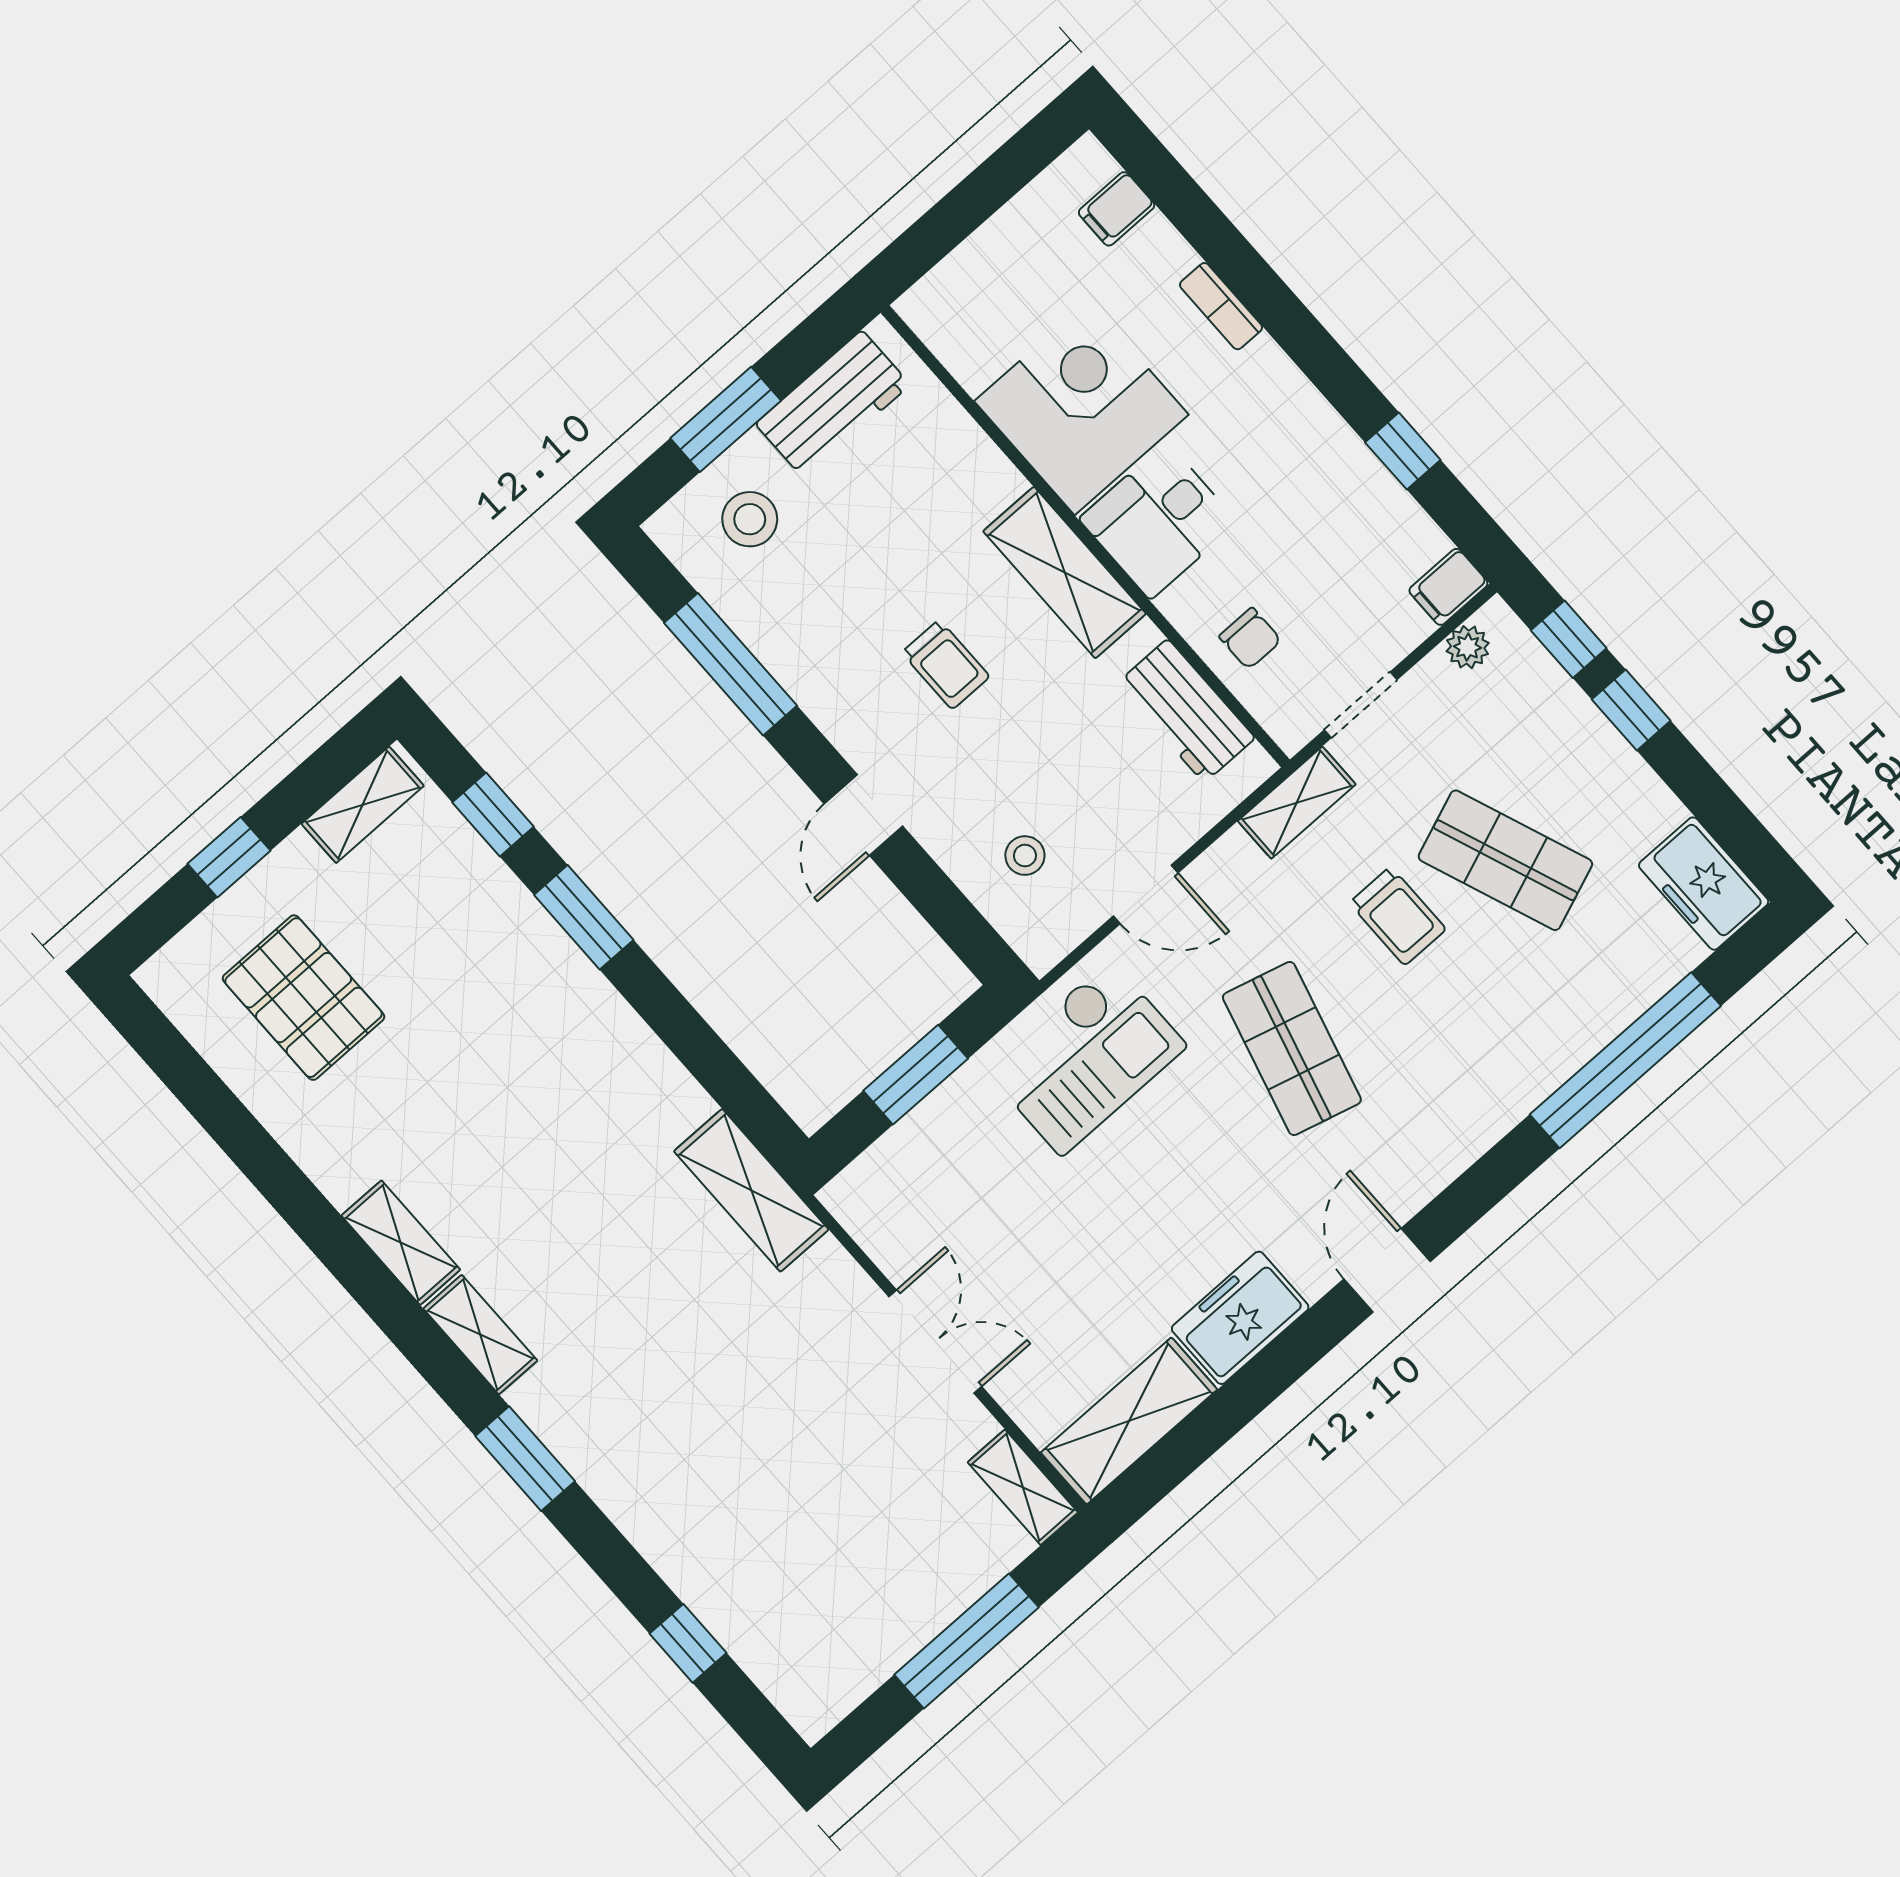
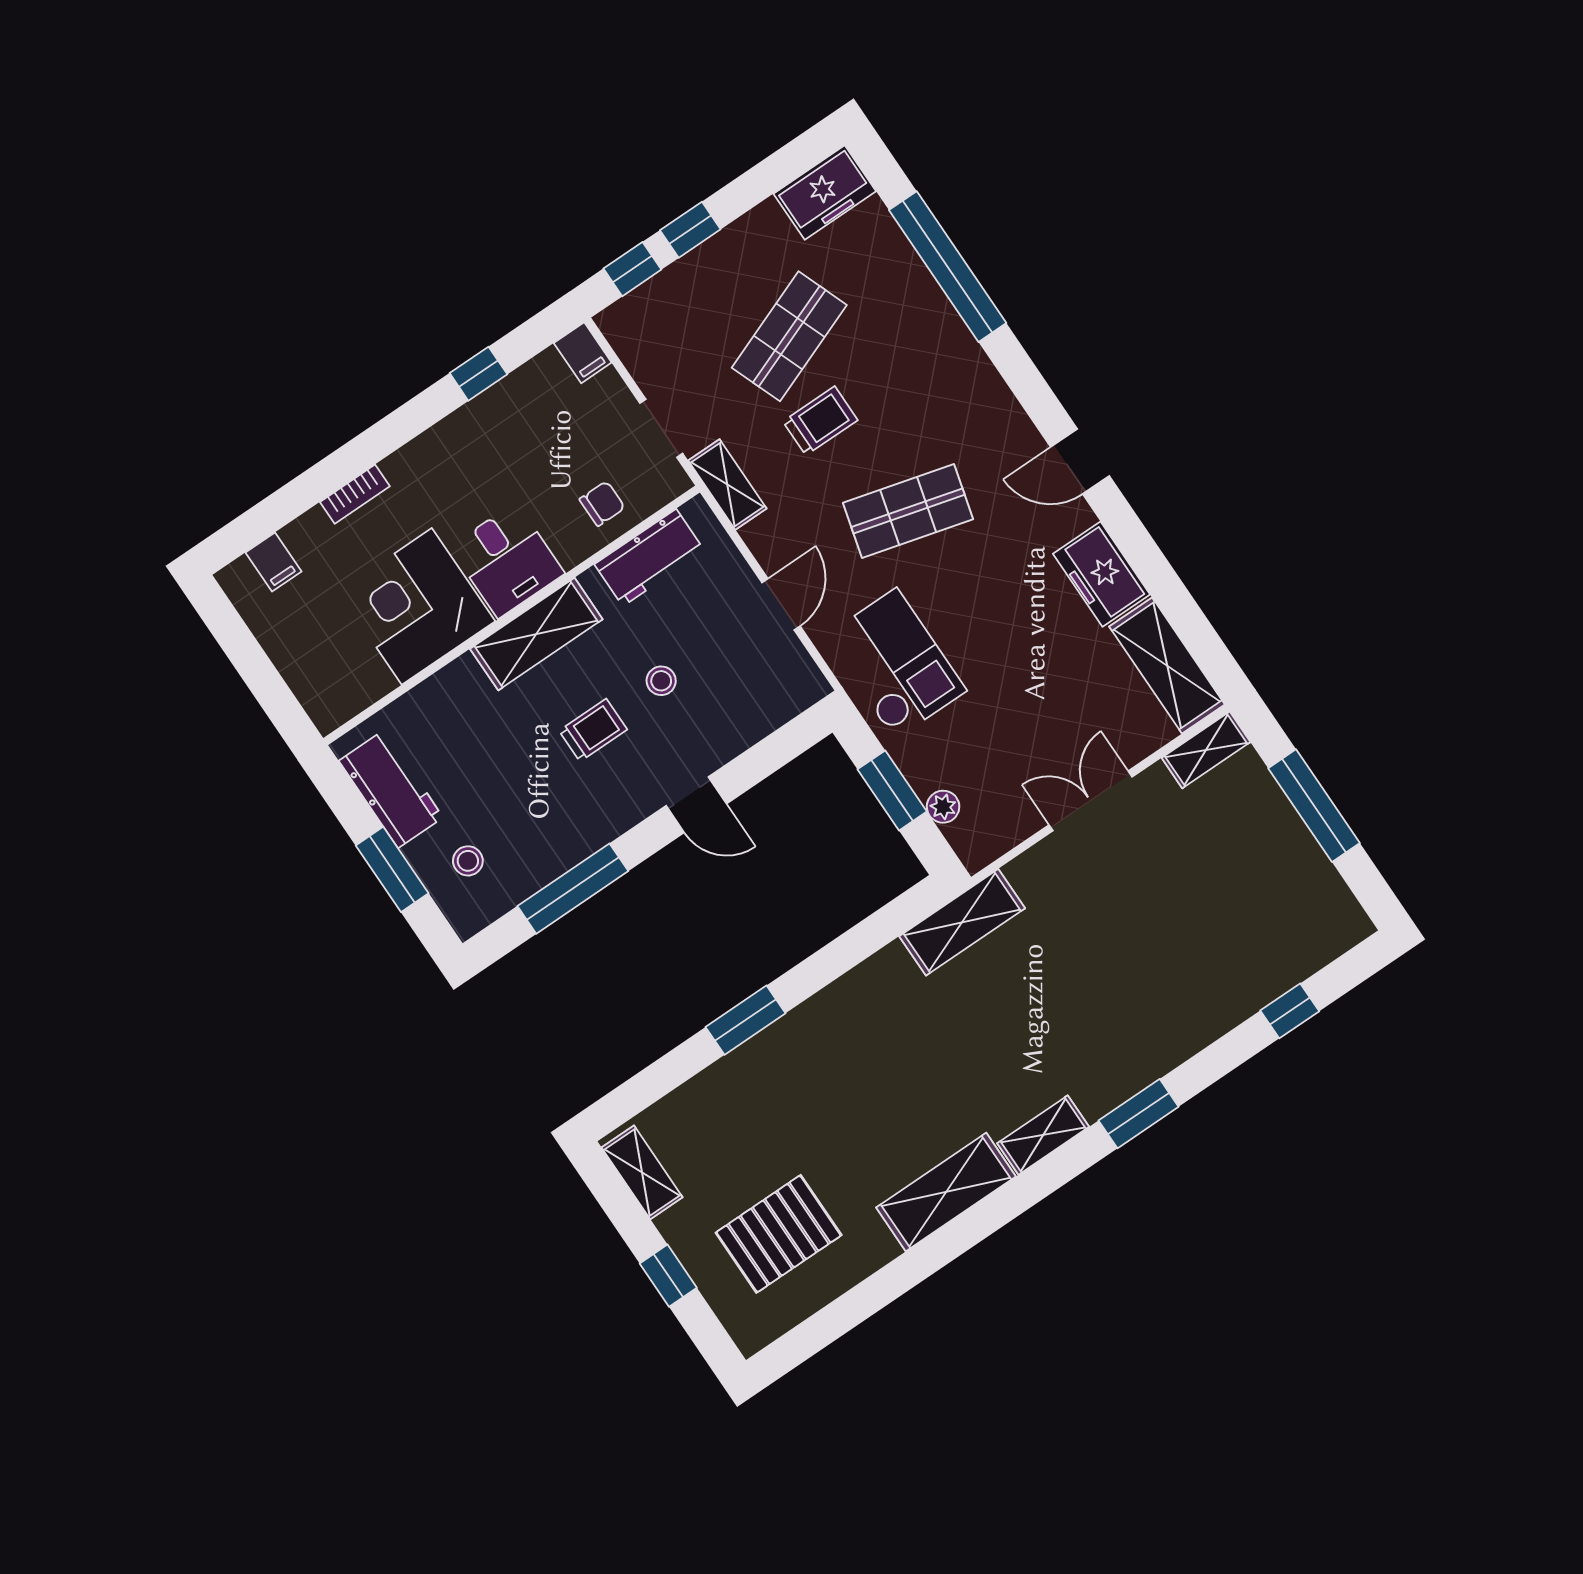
stool: (750, 519) -> (468, 861), width x0.73, depth x0.73
plant: (1468, 647) -> (943, 807), moved
window: (493, 814) -> (661, 1077), removed
stool: (1025, 856) -> (661, 681), moved
shelving: (401, 1243) -> (946, 1192), width x1.50, depth x1.33

